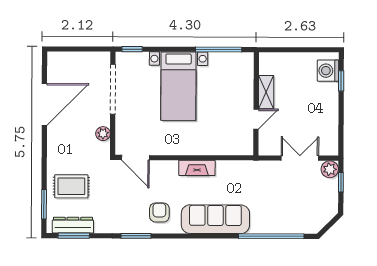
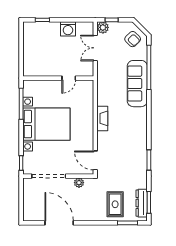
washing machine: (328, 71) -> (68, 29), moved
bed with nightstands: (178, 86) -> (46, 124), width x1.36
shelving: (266, 92) -> (50, 71), removed
door: (256, 119) -> (69, 78), swing flipped
door: (135, 158) -> (95, 160), swing flipped
armchair: (159, 212) -> (133, 39), moved, turned -135
sofa: (215, 219) -> (137, 84), moved

